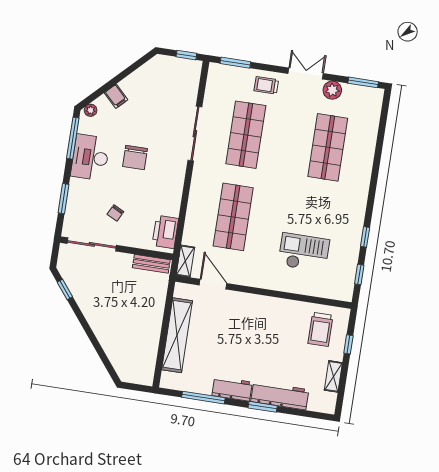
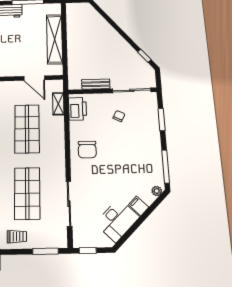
sliding door: (195, 134) -> (69, 204), moved
desk: (90, 157) -> (117, 220), moved, turned 45
chair: (135, 157) -> (87, 150), moved, turned 180
shelving: (185, 261) -> (58, 104), moved
bench: (151, 264) -> (96, 84), moved

